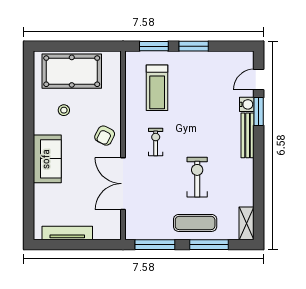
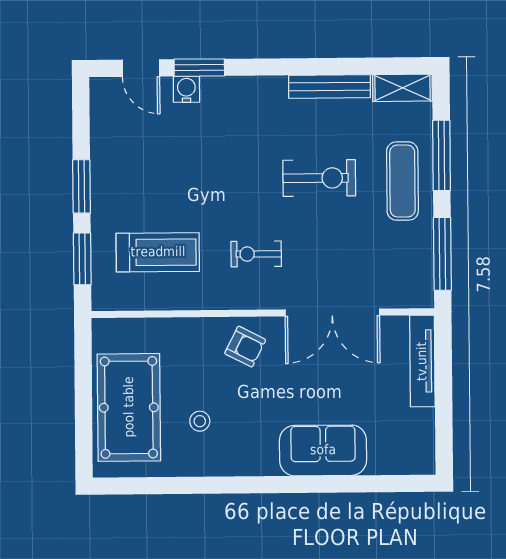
bench: (248, 135) -> (329, 87), moved
sofa: (47, 159) -> (323, 450), moved
exercise bike: (197, 177) -> (319, 178), turned 180
tv unit: (67, 233) -> (422, 361), moved

